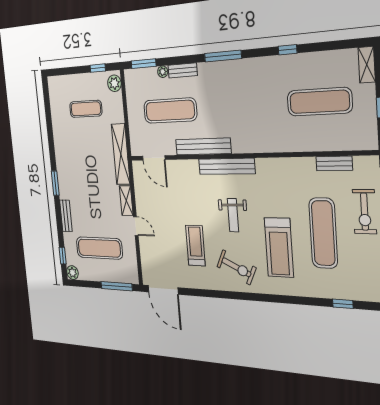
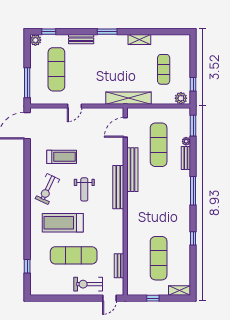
shelving: (126, 201) -> (139, 39), moved
weight bench: (233, 215) -> (84, 189), turned -90

